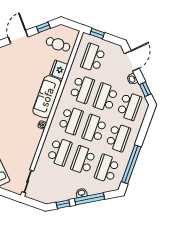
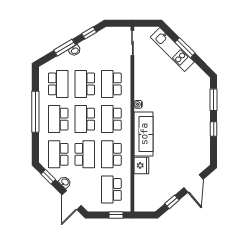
cafe table: (58, 44) -> (151, 190), removed
school desk: (93, 58) -> (111, 189), turned 180
school desk: (94, 129) -> (85, 119), turned 180
school desk: (83, 160) -> (85, 84), turned 180
window: (131, 164) -> (35, 112), moved
window: (90, 199) -> (65, 48), width x0.69

